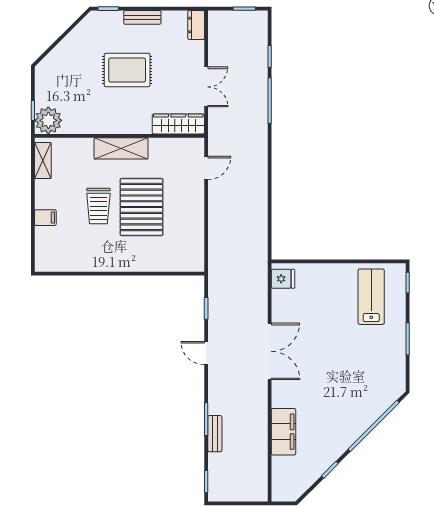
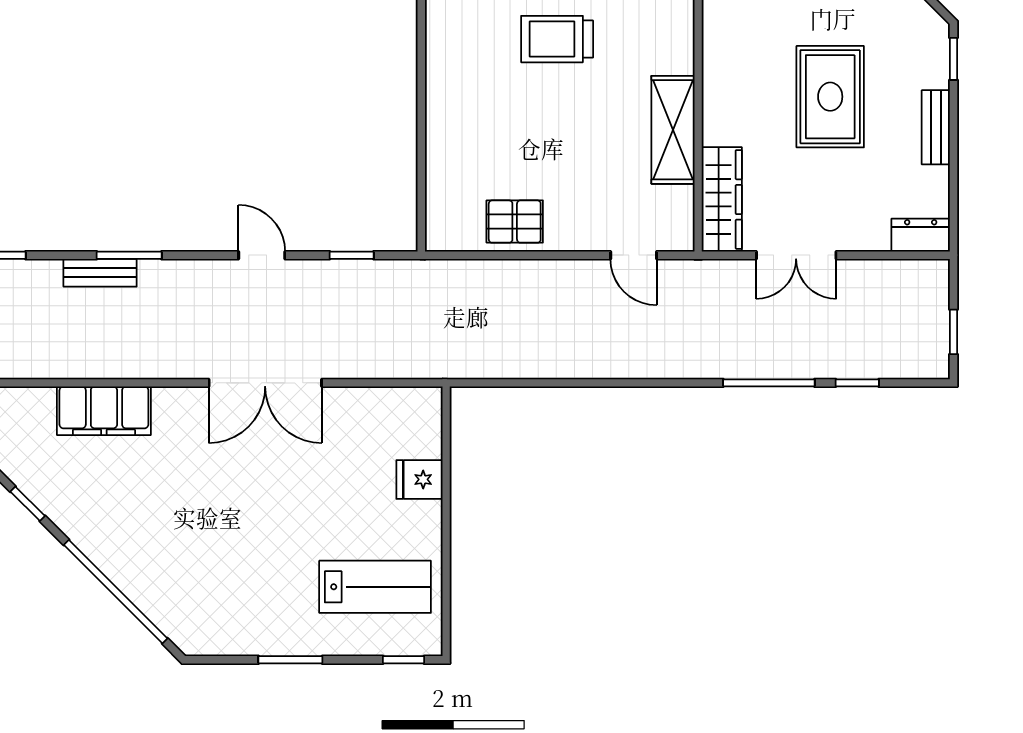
shelving: (121, 148) -> (673, 130), moved
pallet: (142, 207) -> (515, 222), moved, width x0.49, depth x0.50
fridge: (283, 279) -> (419, 479), moved, turned 90
door: (206, 353) -> (262, 255), hinge flipped

